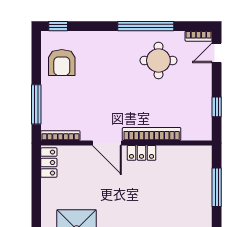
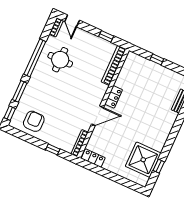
window: (93, 26) -> (20, 91), added
armchair: (62, 63) -> (34, 121), turned -90
window: (36, 104) -> (53, 149), width x0.46
bookcase: (152, 134) -> (113, 65), moved
window: (217, 187) -> (157, 59), width x0.46

